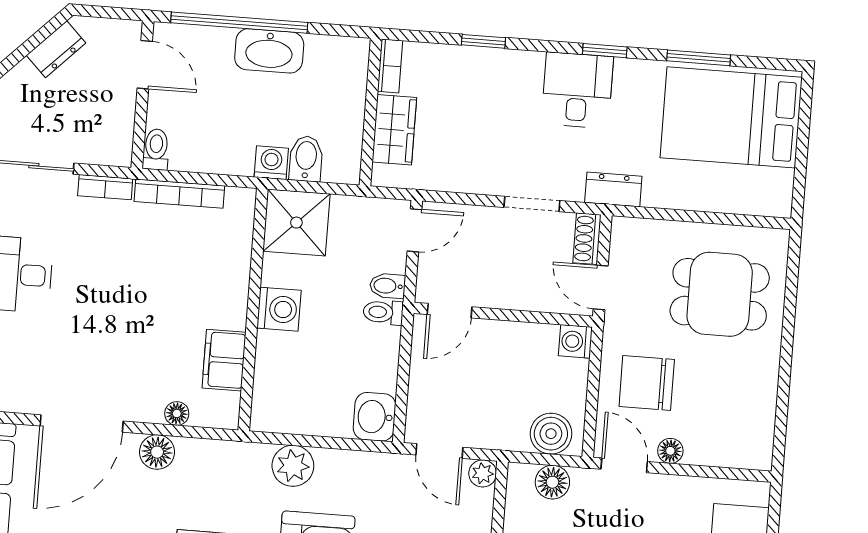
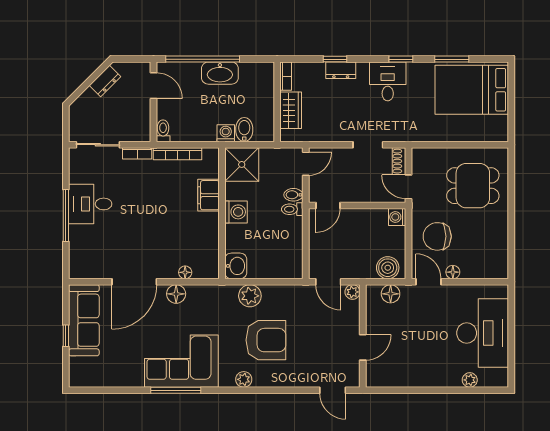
dresser: (613, 189) -> (341, 70), moved, turned 180
filing cabinet: (224, 360) -> (208, 195), moved
washbasin: (374, 417) -> (236, 266), moved, turned 180

